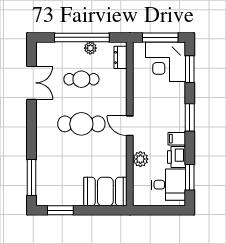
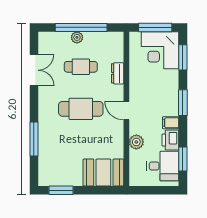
plant: (90, 48) -> (77, 37), moved
dresser: (120, 57) -> (118, 73), moved
window: (32, 177) -> (34, 139), moved

